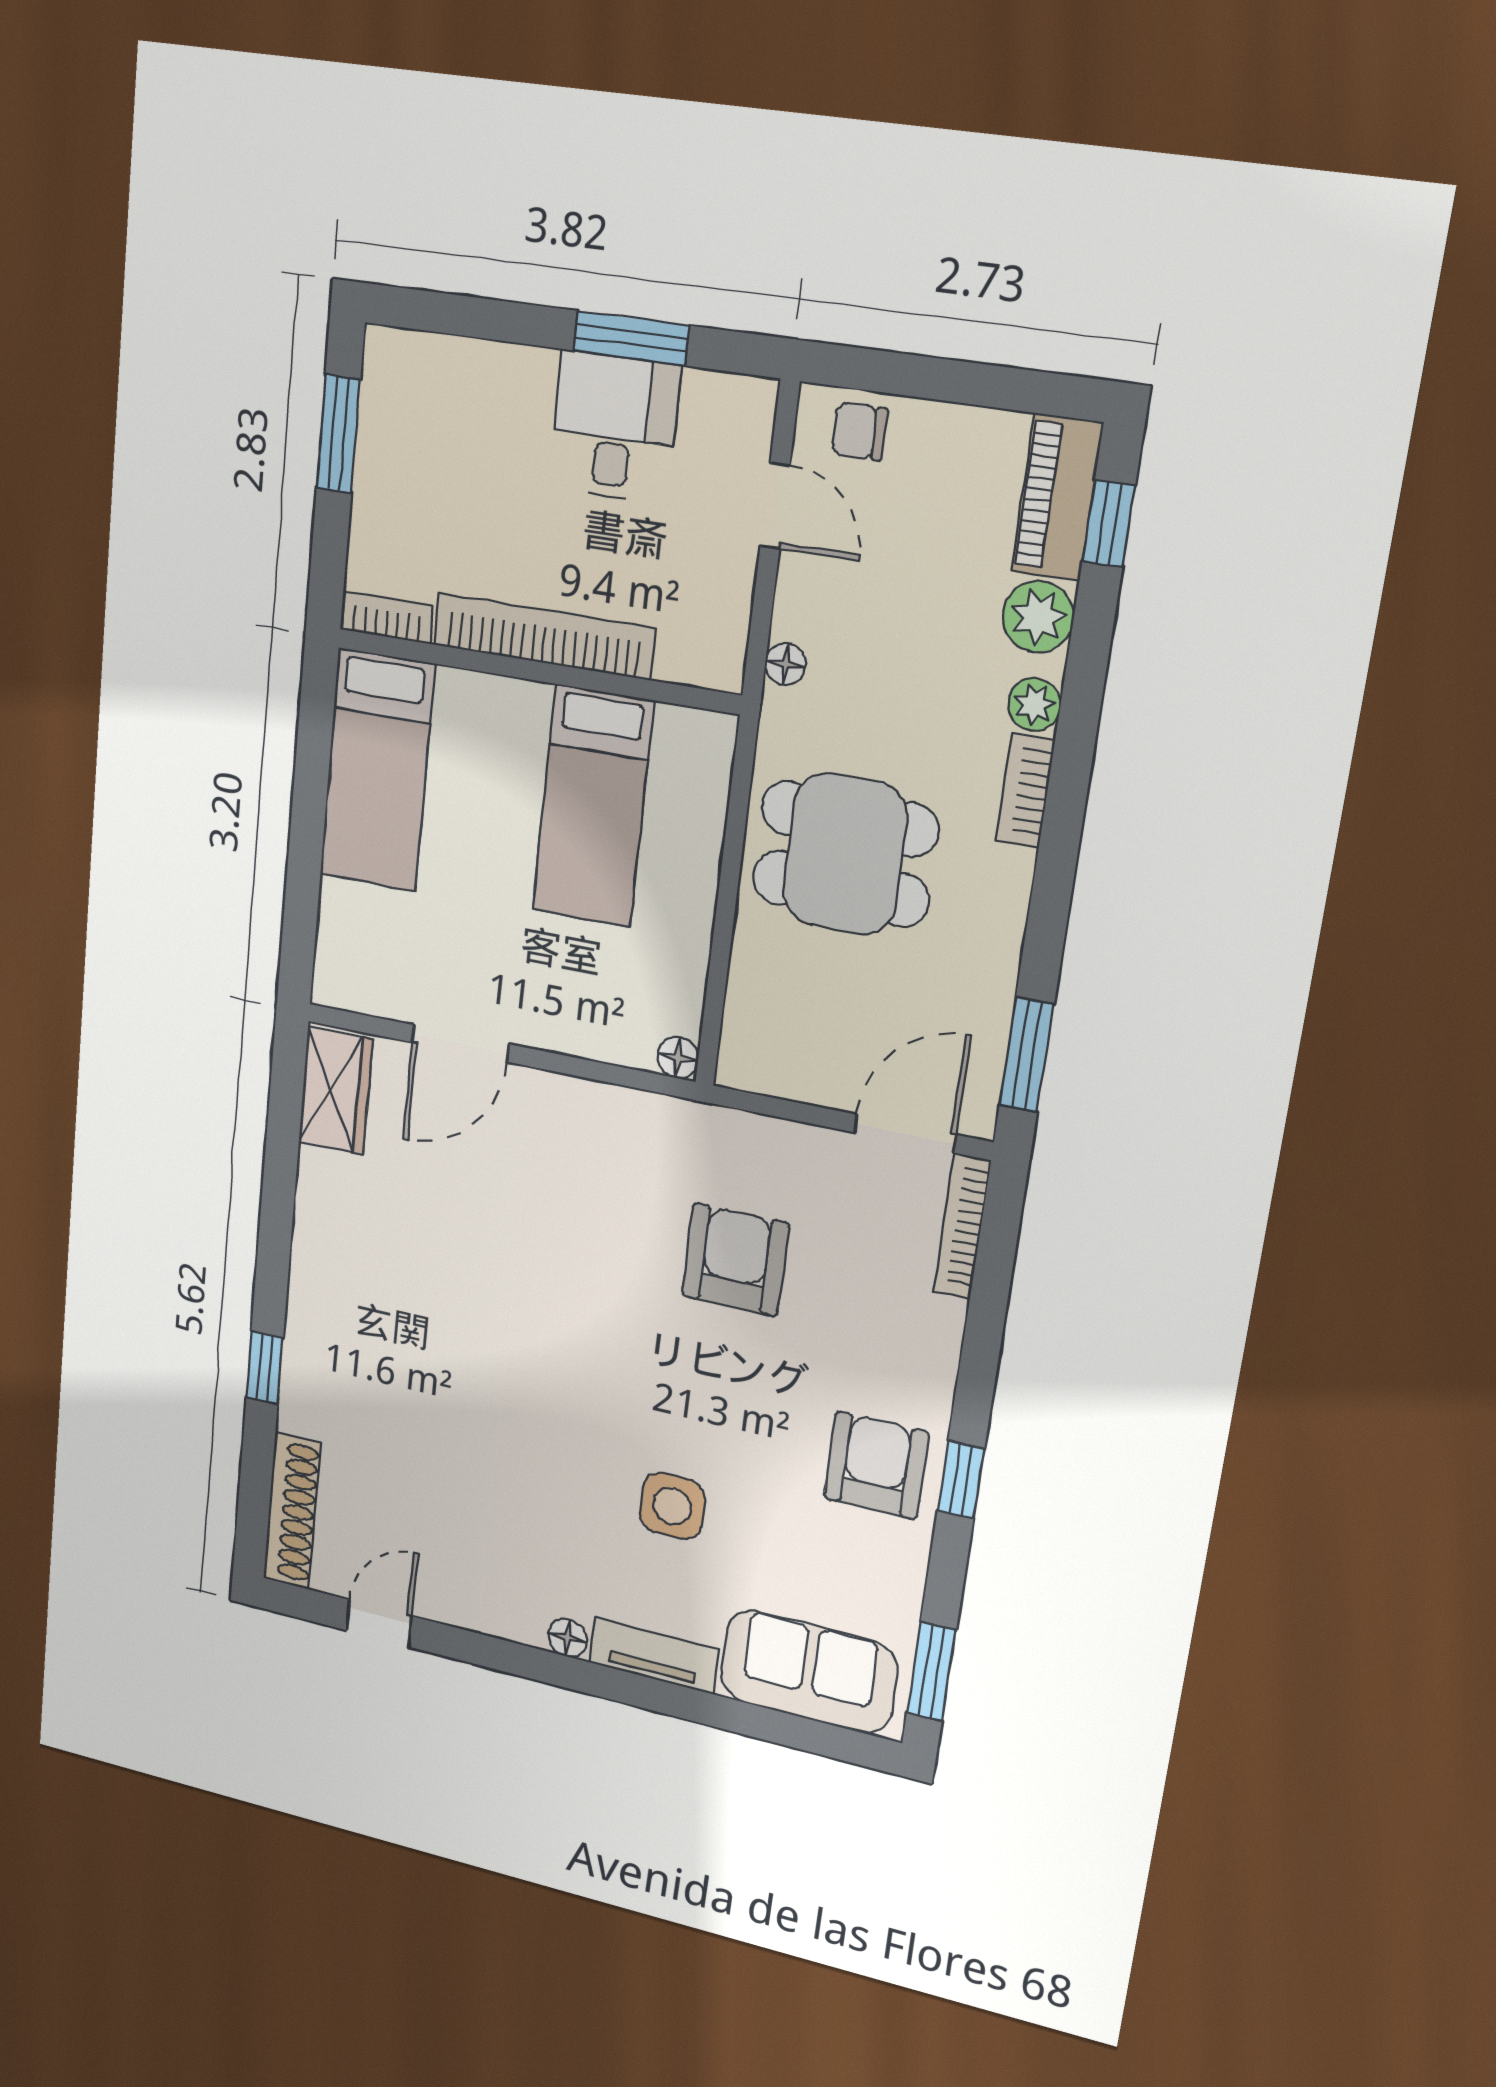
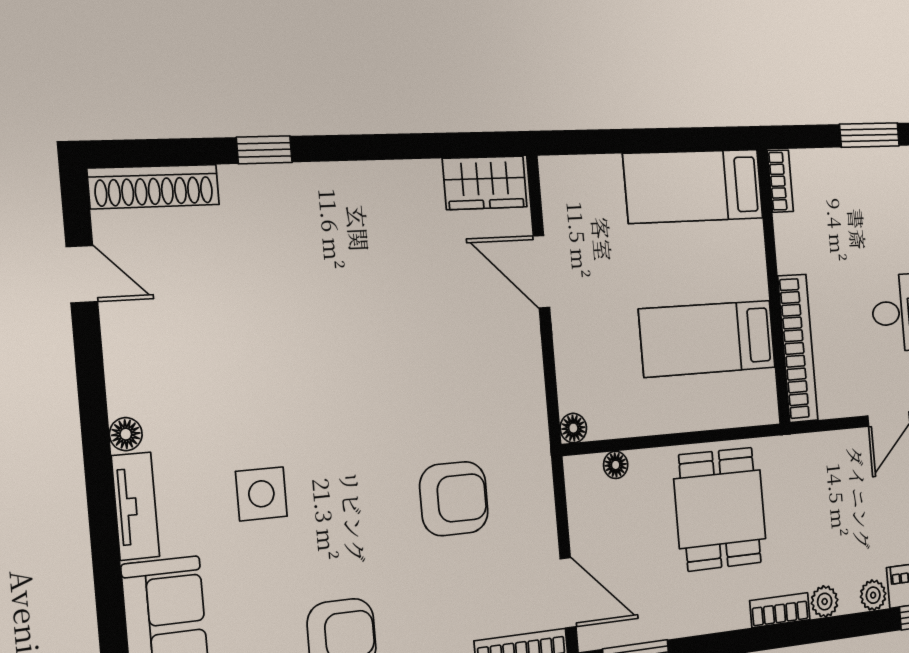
plant: (1038, 617) -> (873, 595), width x0.73, depth x0.73
bookcase: (544, 636) -> (798, 348), moved
floor lamp: (785, 664) -> (616, 465), moved

